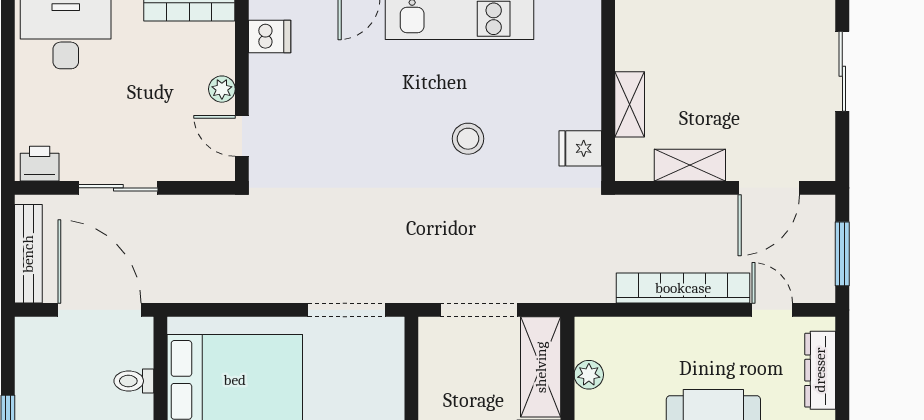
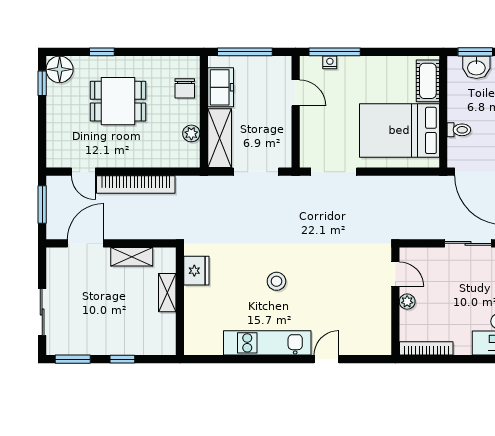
dishwasher: (270, 37) -> (379, 332), removed
stool: (468, 139) -> (276, 281), moved
fridge: (580, 148) -> (196, 271), width x1.38
dresser: (820, 370) -> (55, 136), removed

